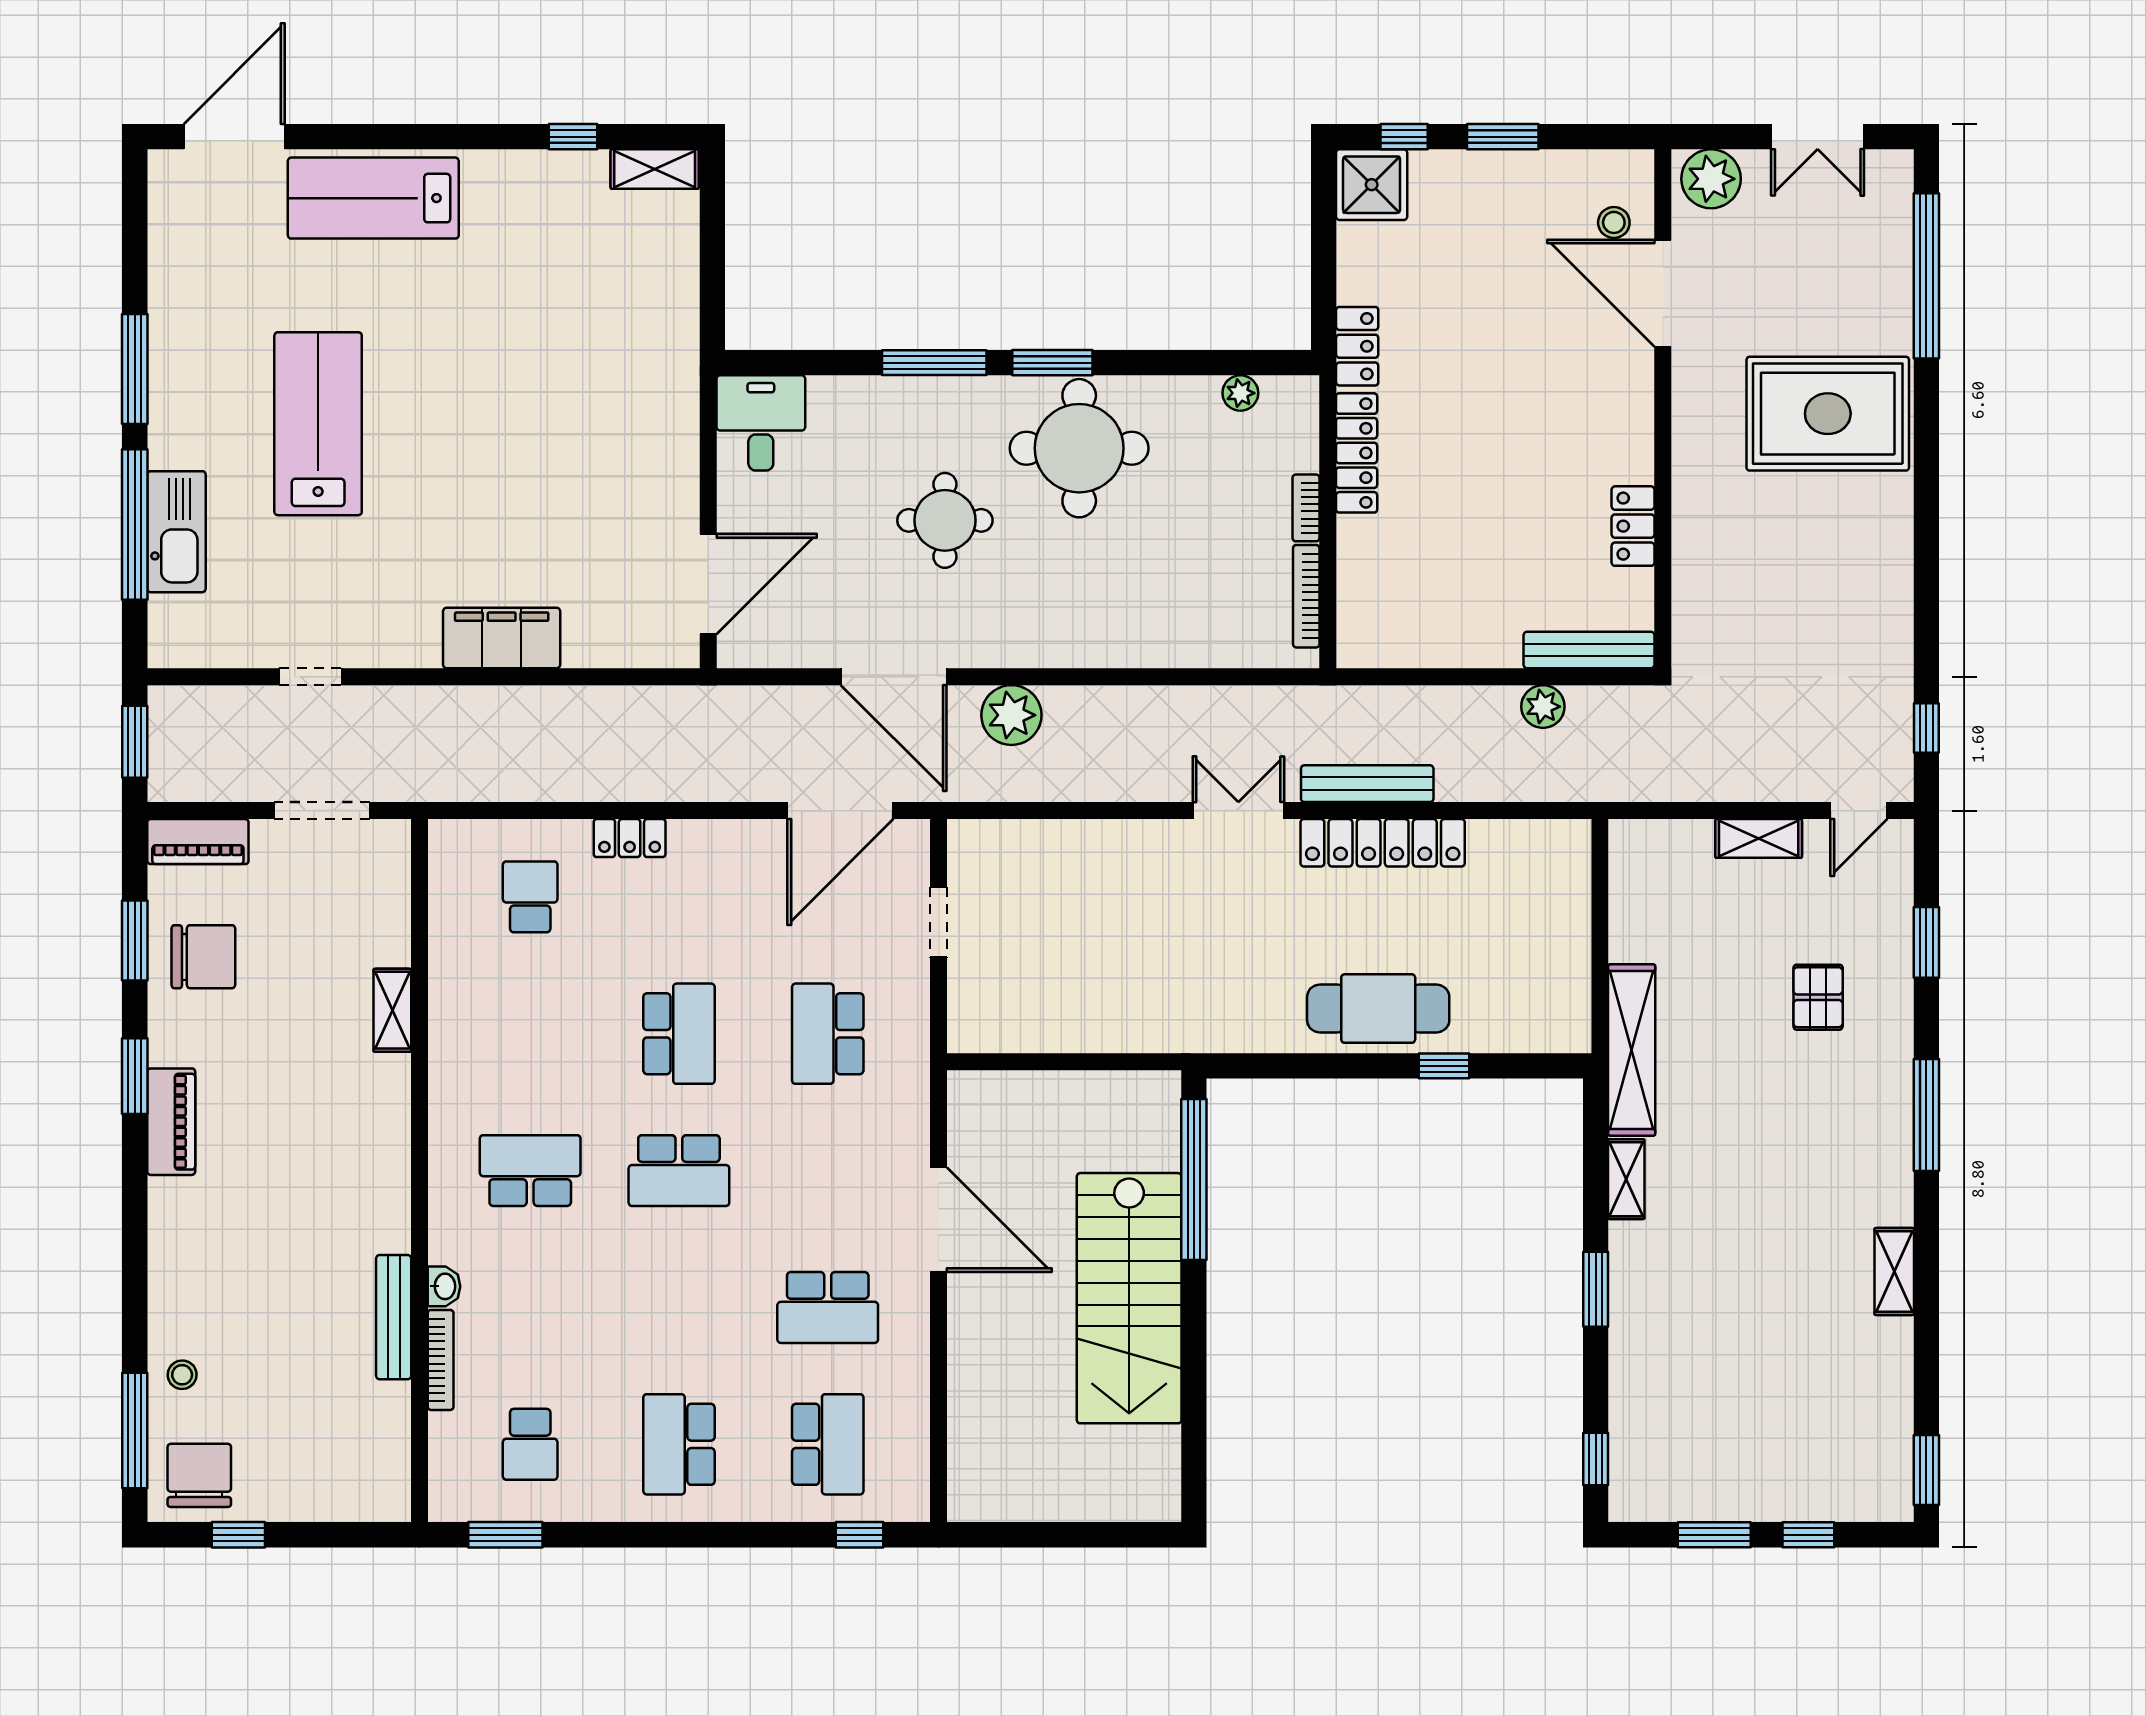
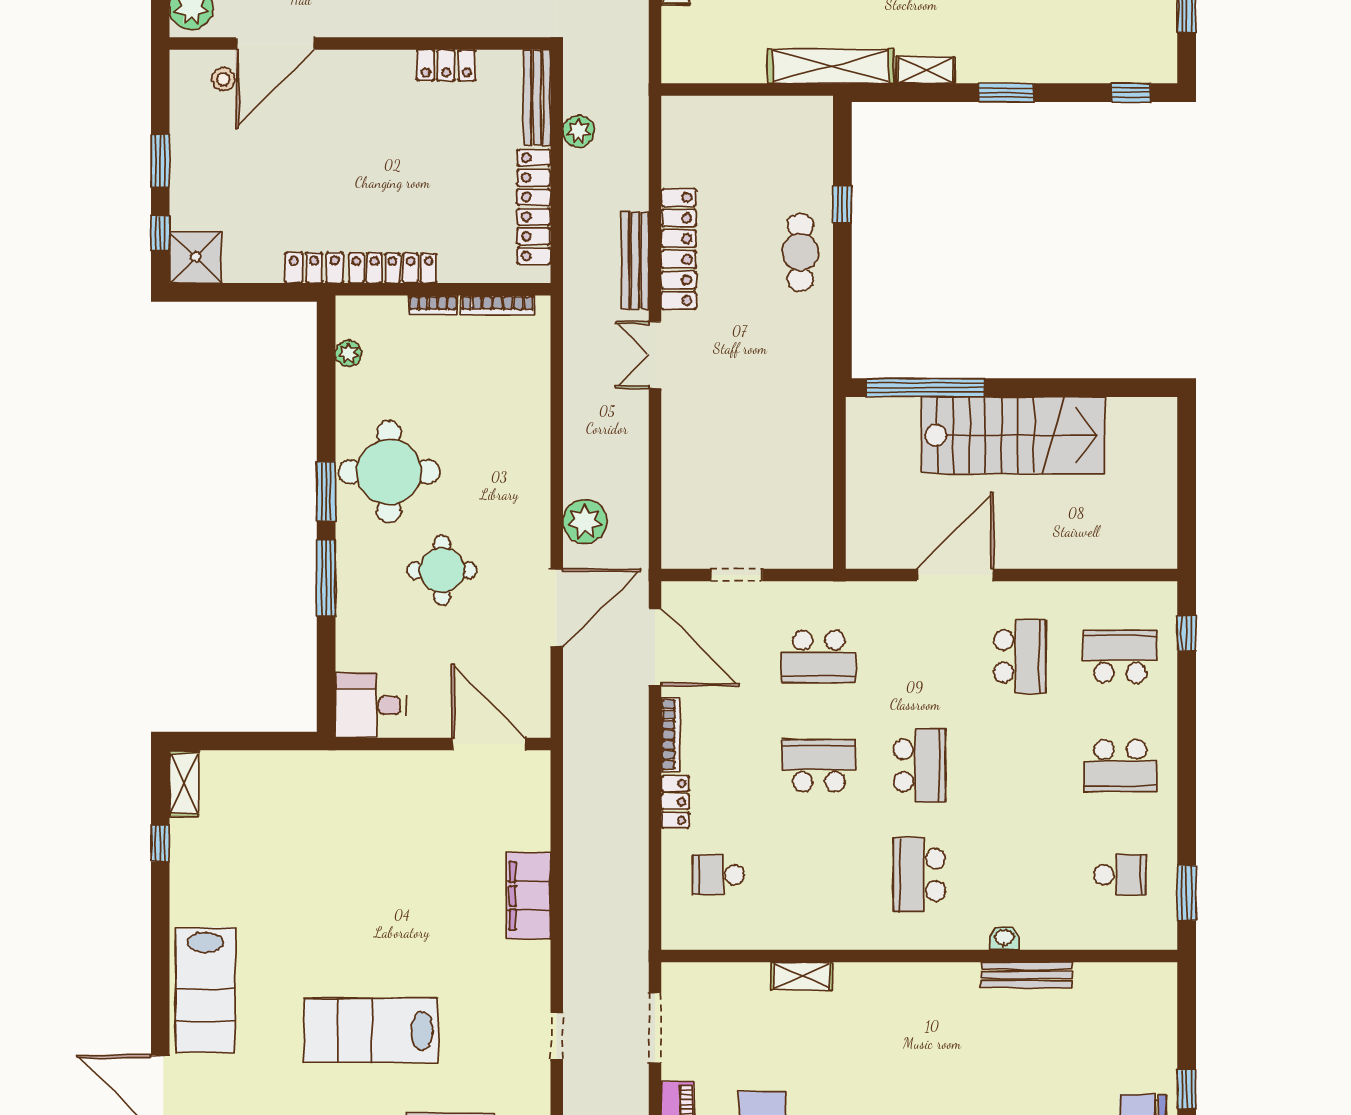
locker: (1440, 646) -> (534, 207), added
cafe table: (1378, 1009) -> (800, 252), width x0.73, depth x0.74
bookcase: (441, 1360) -> (671, 735), moved, turned 90

